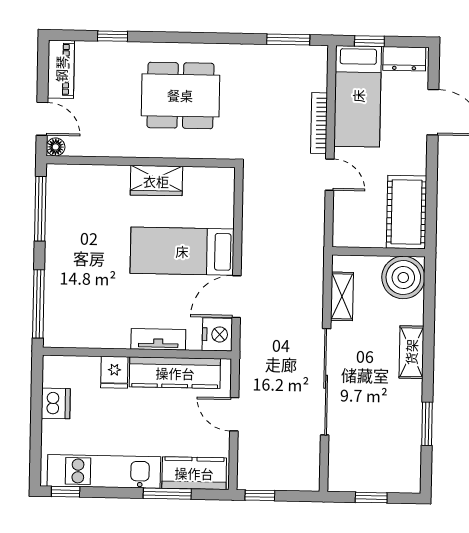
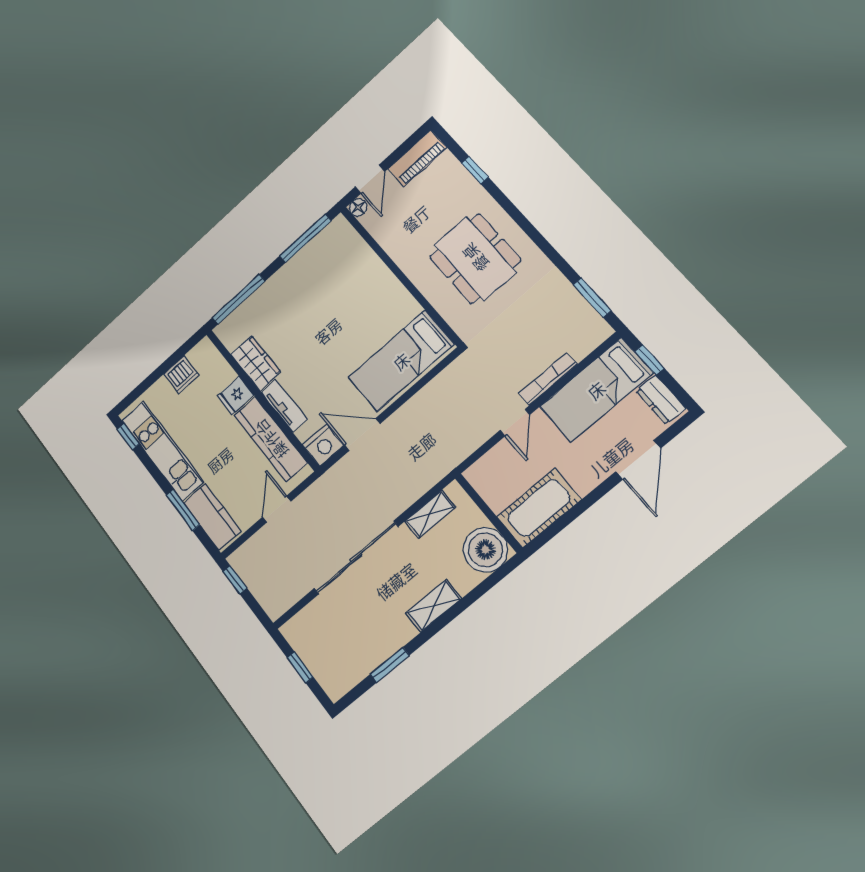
wardrobe: (156, 181) -> (256, 363), moved, turned 180
bed: (182, 251) -> (401, 361), moved, turned -90

